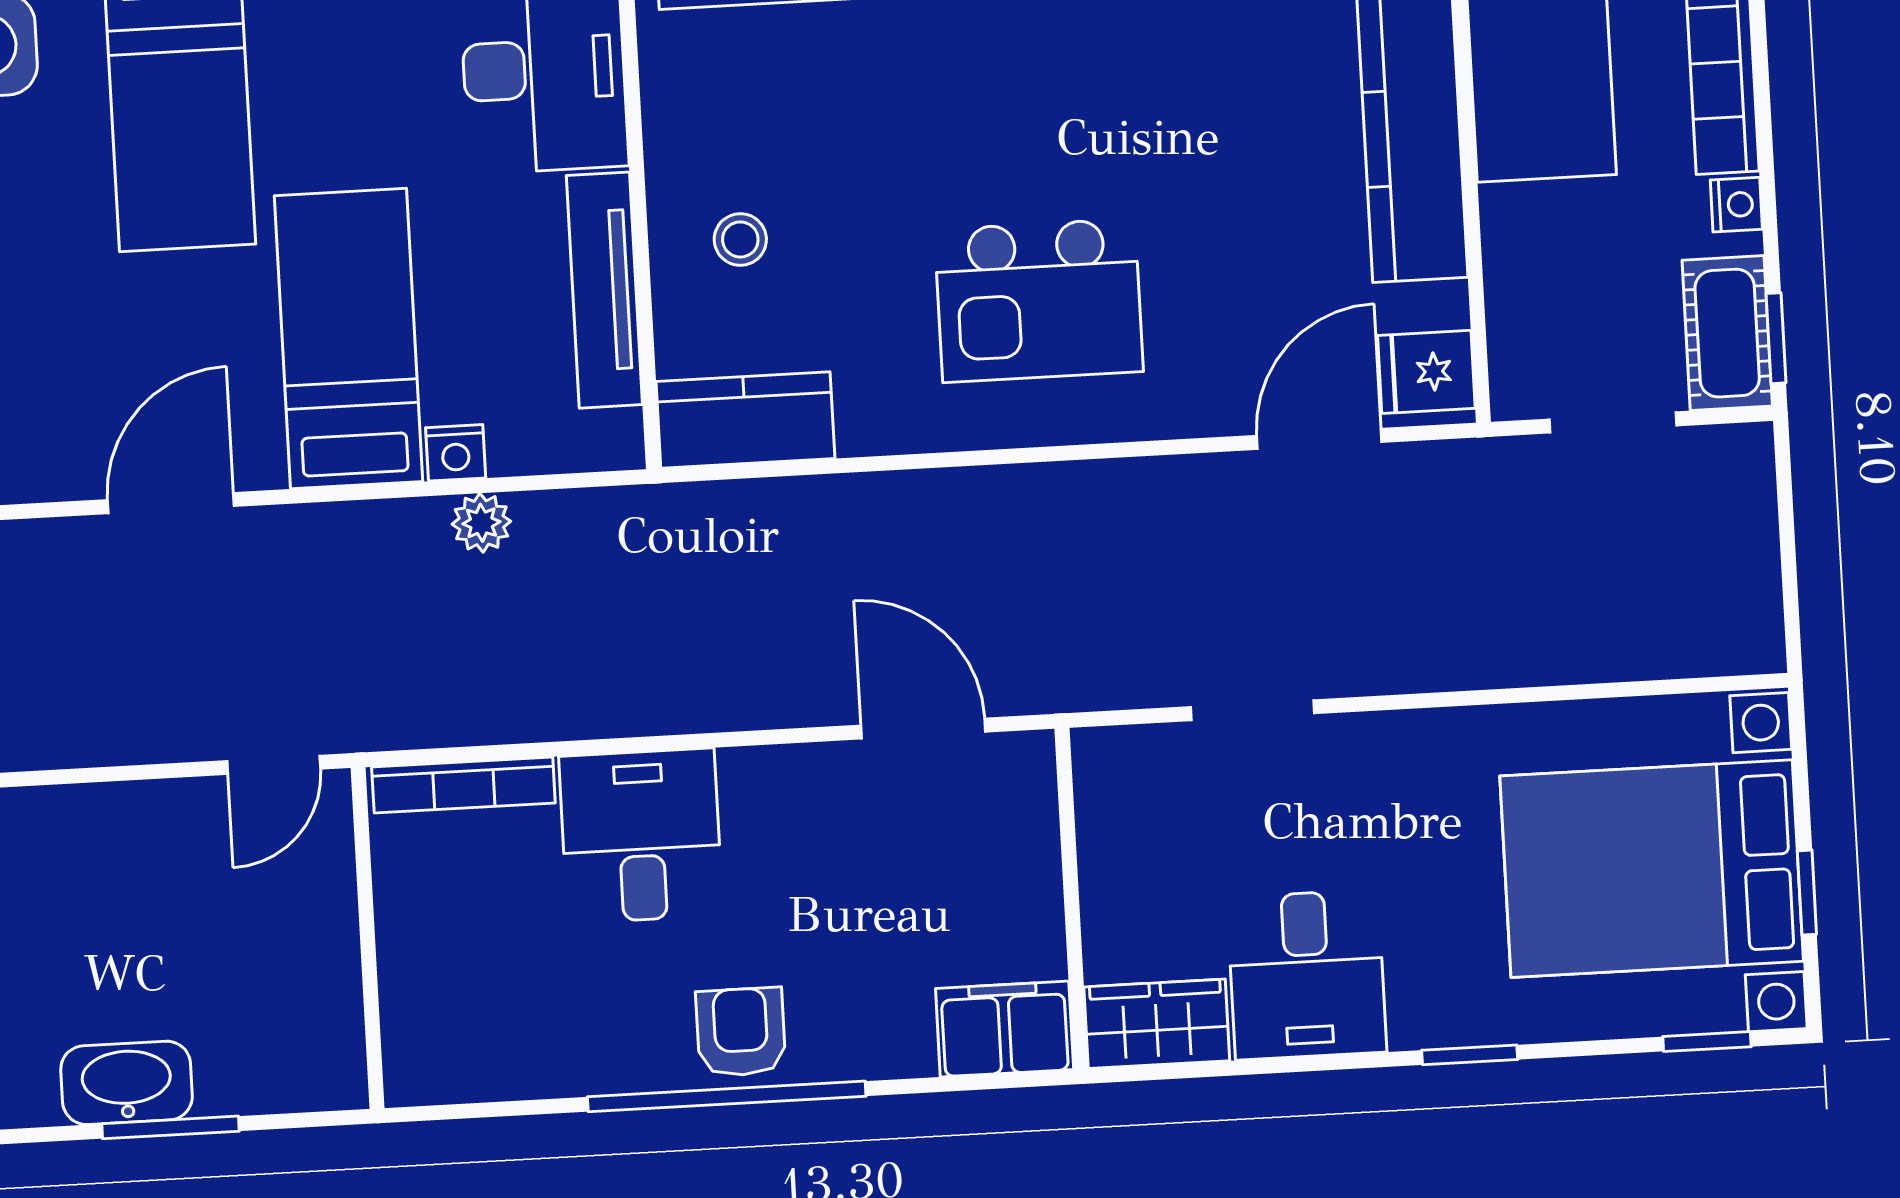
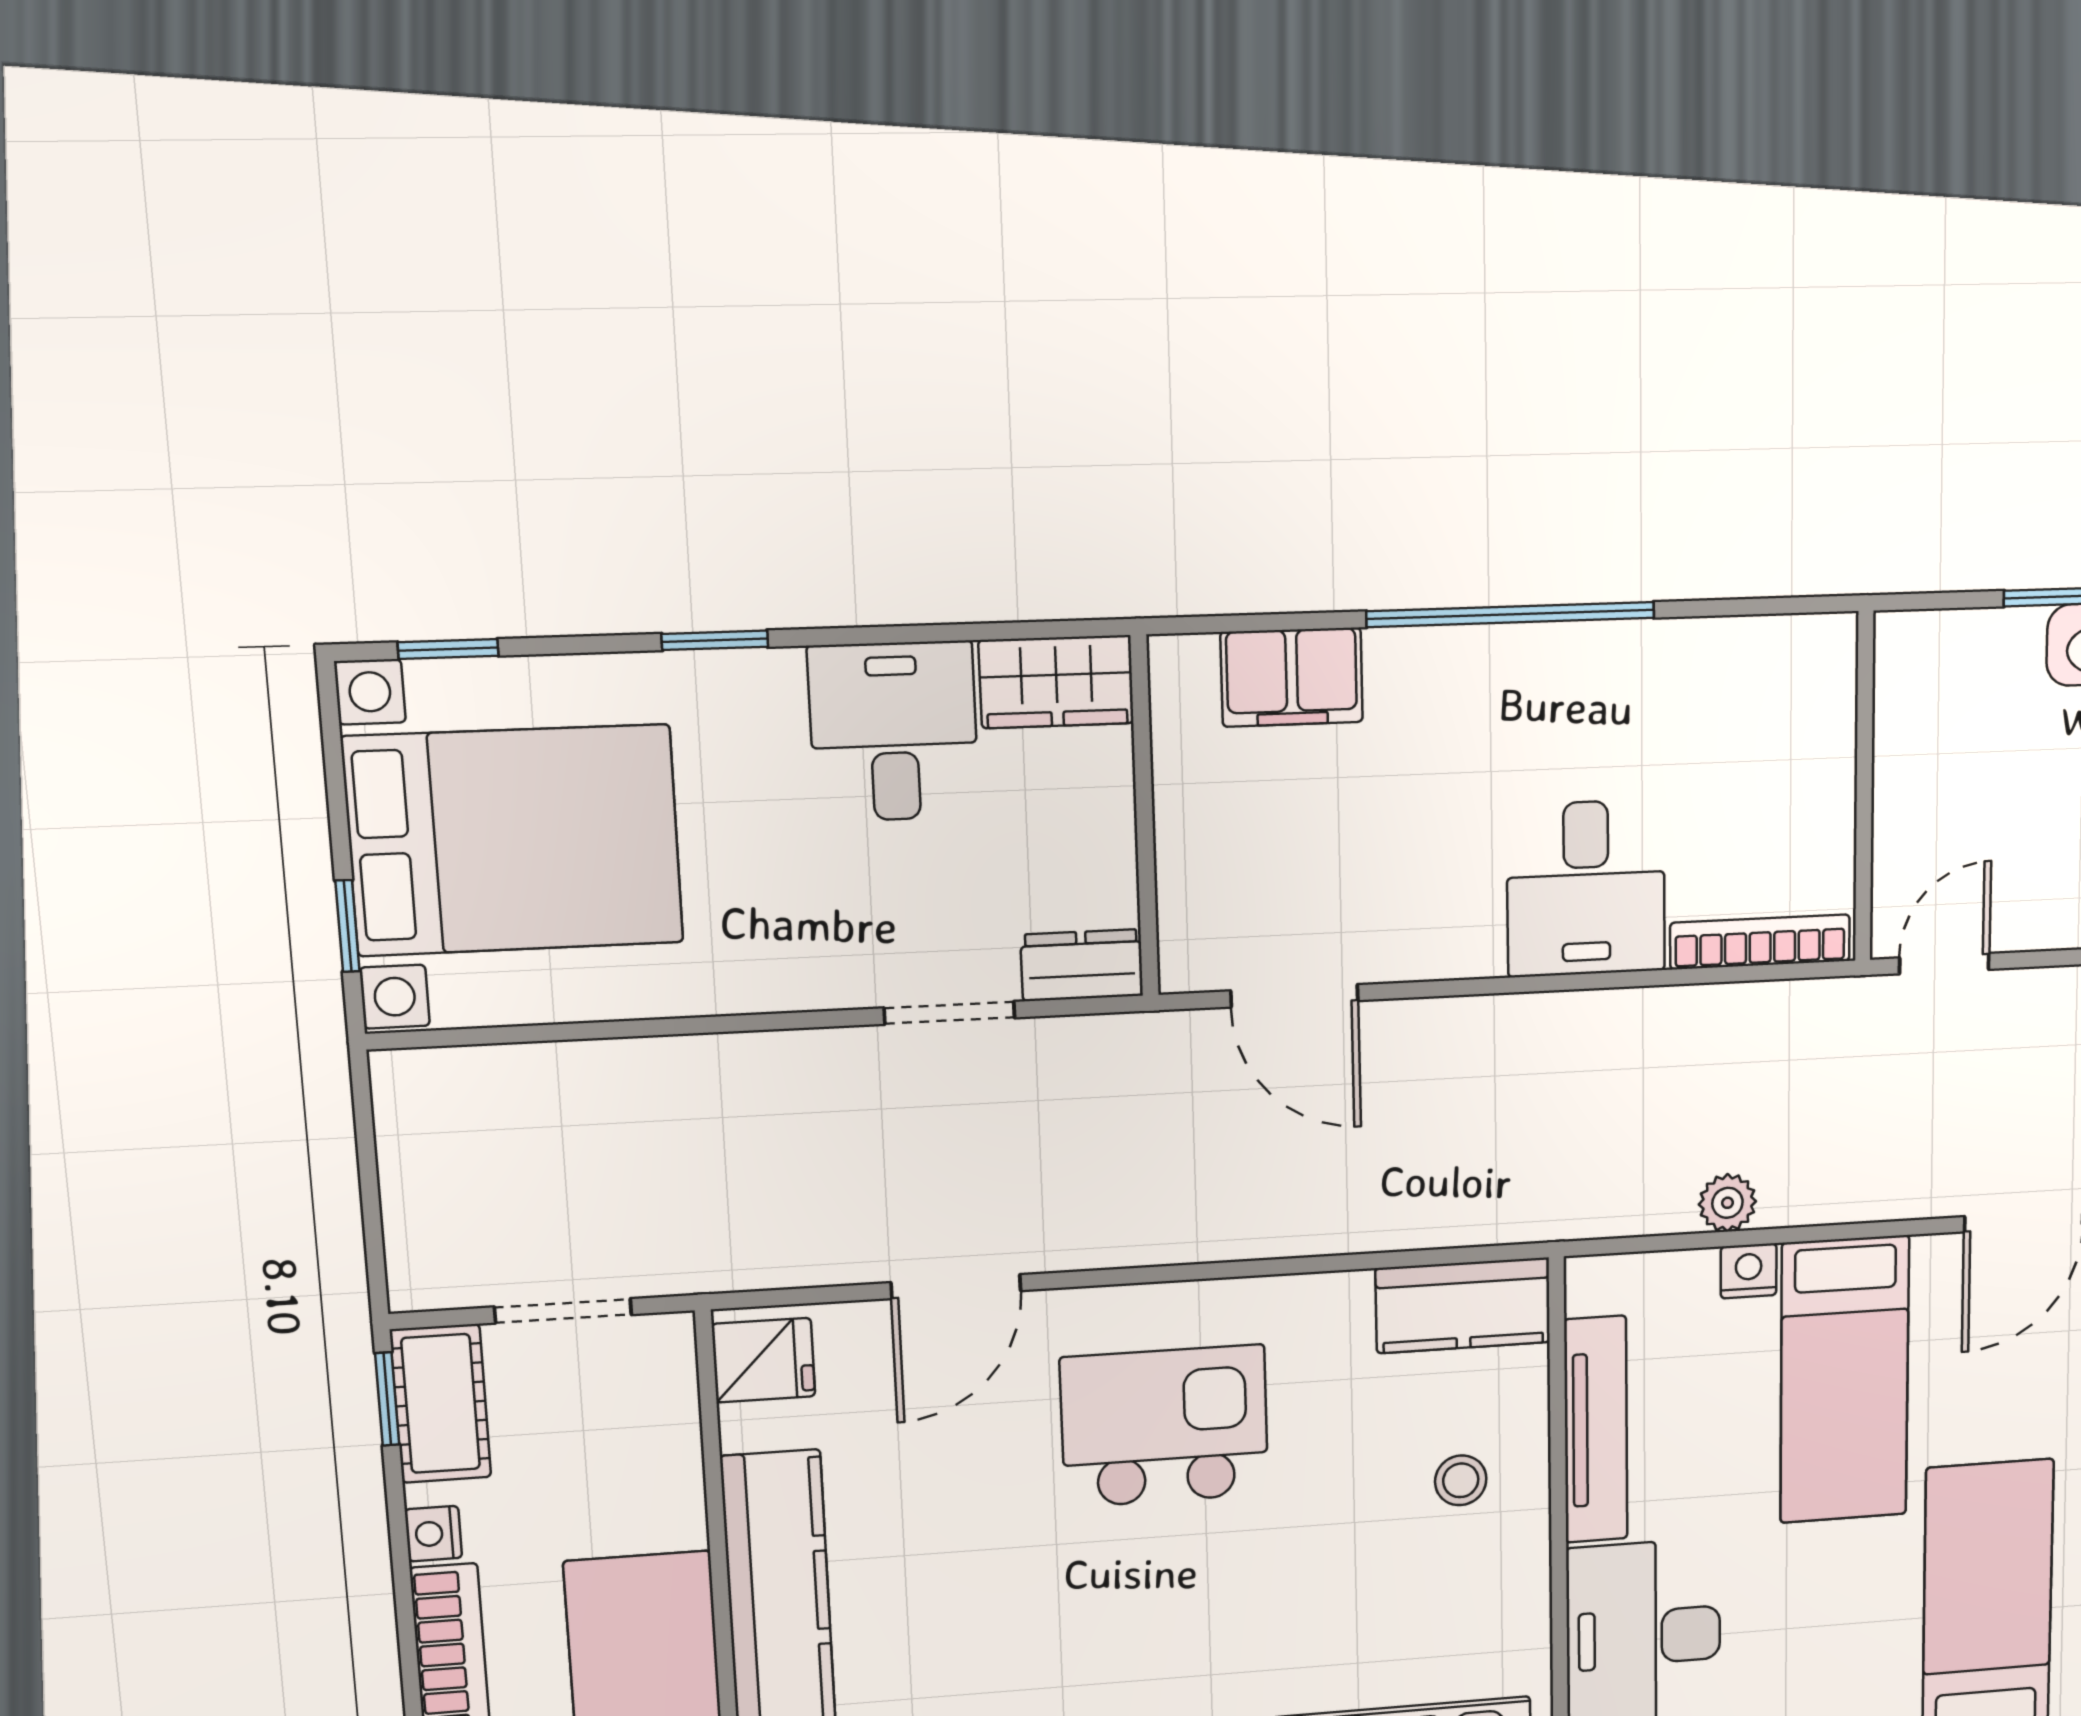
door: (1319, 439) -> (956, 1287), moved
dresser: (1128, 757) -> (1082, 965), added
window: (1807, 893) -> (347, 926), moved
filing cabinet: (1005, 1029) -> (1292, 677), moved
armchair: (741, 1032) -> (1494, 682), removed

